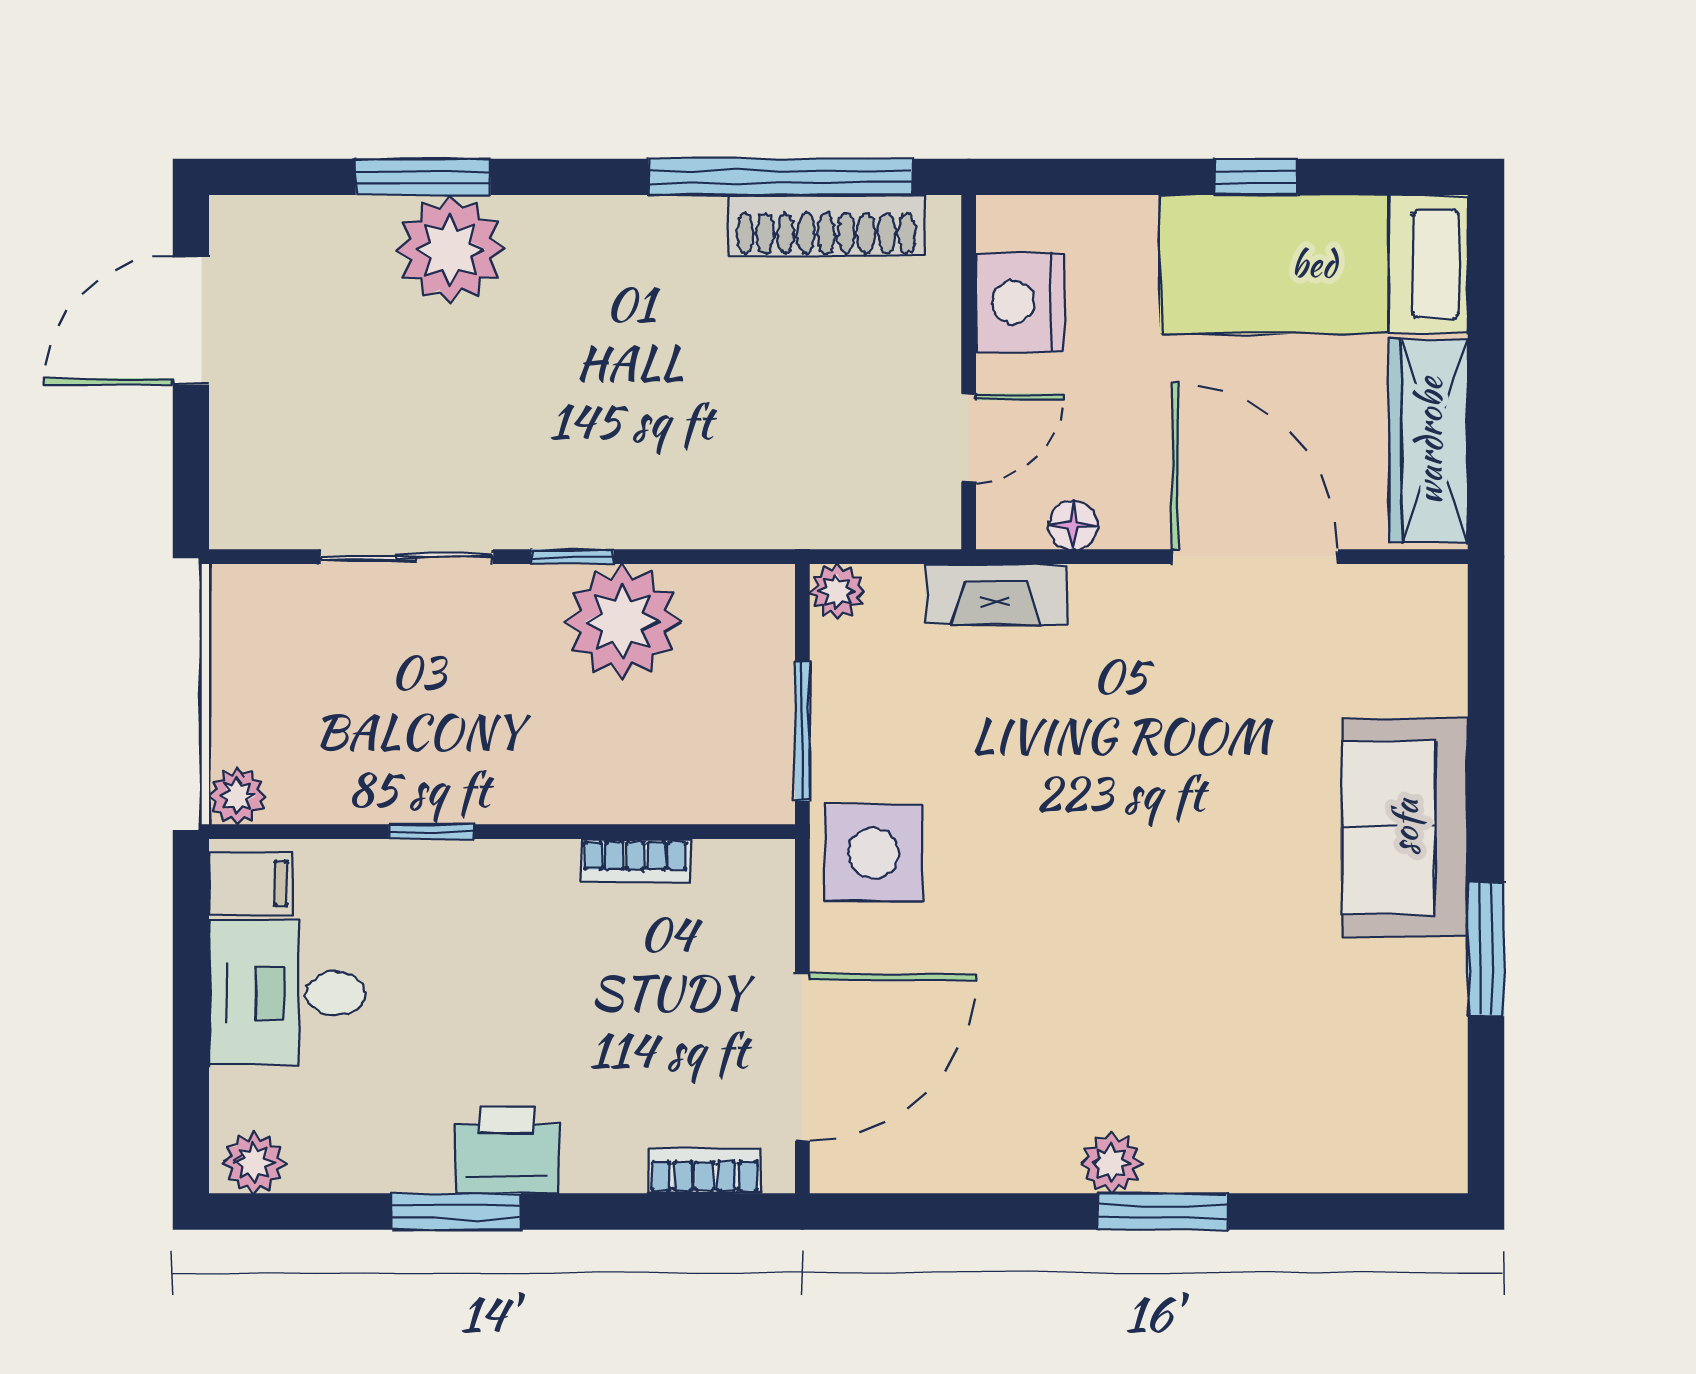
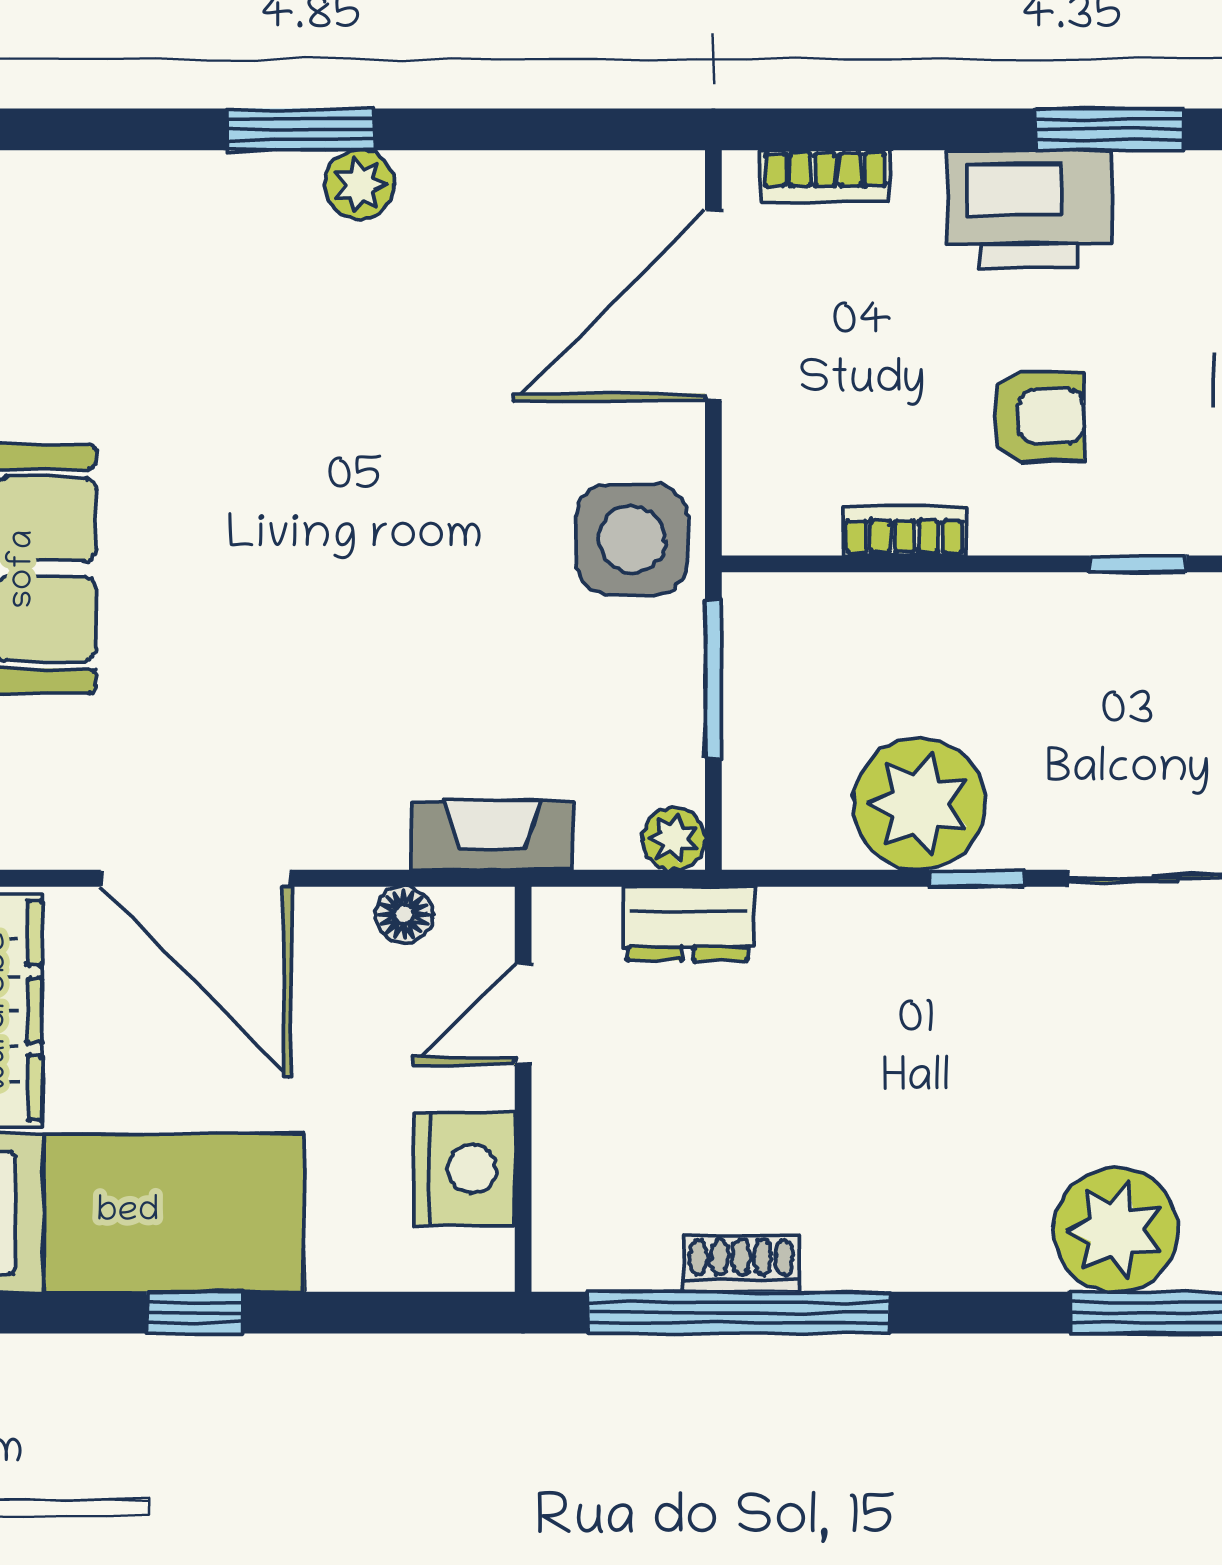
shoe rack: (826, 225) -> (741, 1264), width x0.51, depth x0.81
dresser: (825, 517) -> (688, 923), added
armchair: (518, 961) -> (1039, 416), added
printer: (507, 1150) -> (1029, 209), width x1.37, depth x1.19

